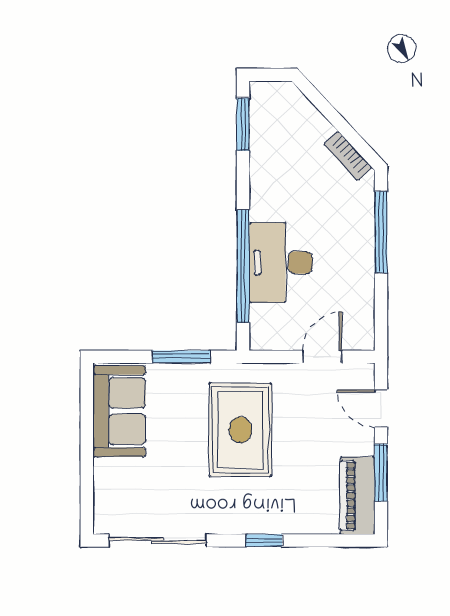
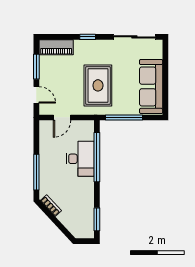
window: (181, 357) -> (124, 117), width x1.44
sofa: (119, 411) -> (151, 86), width x1.36
piano: (357, 496) -> (56, 47), moved, turned 90

